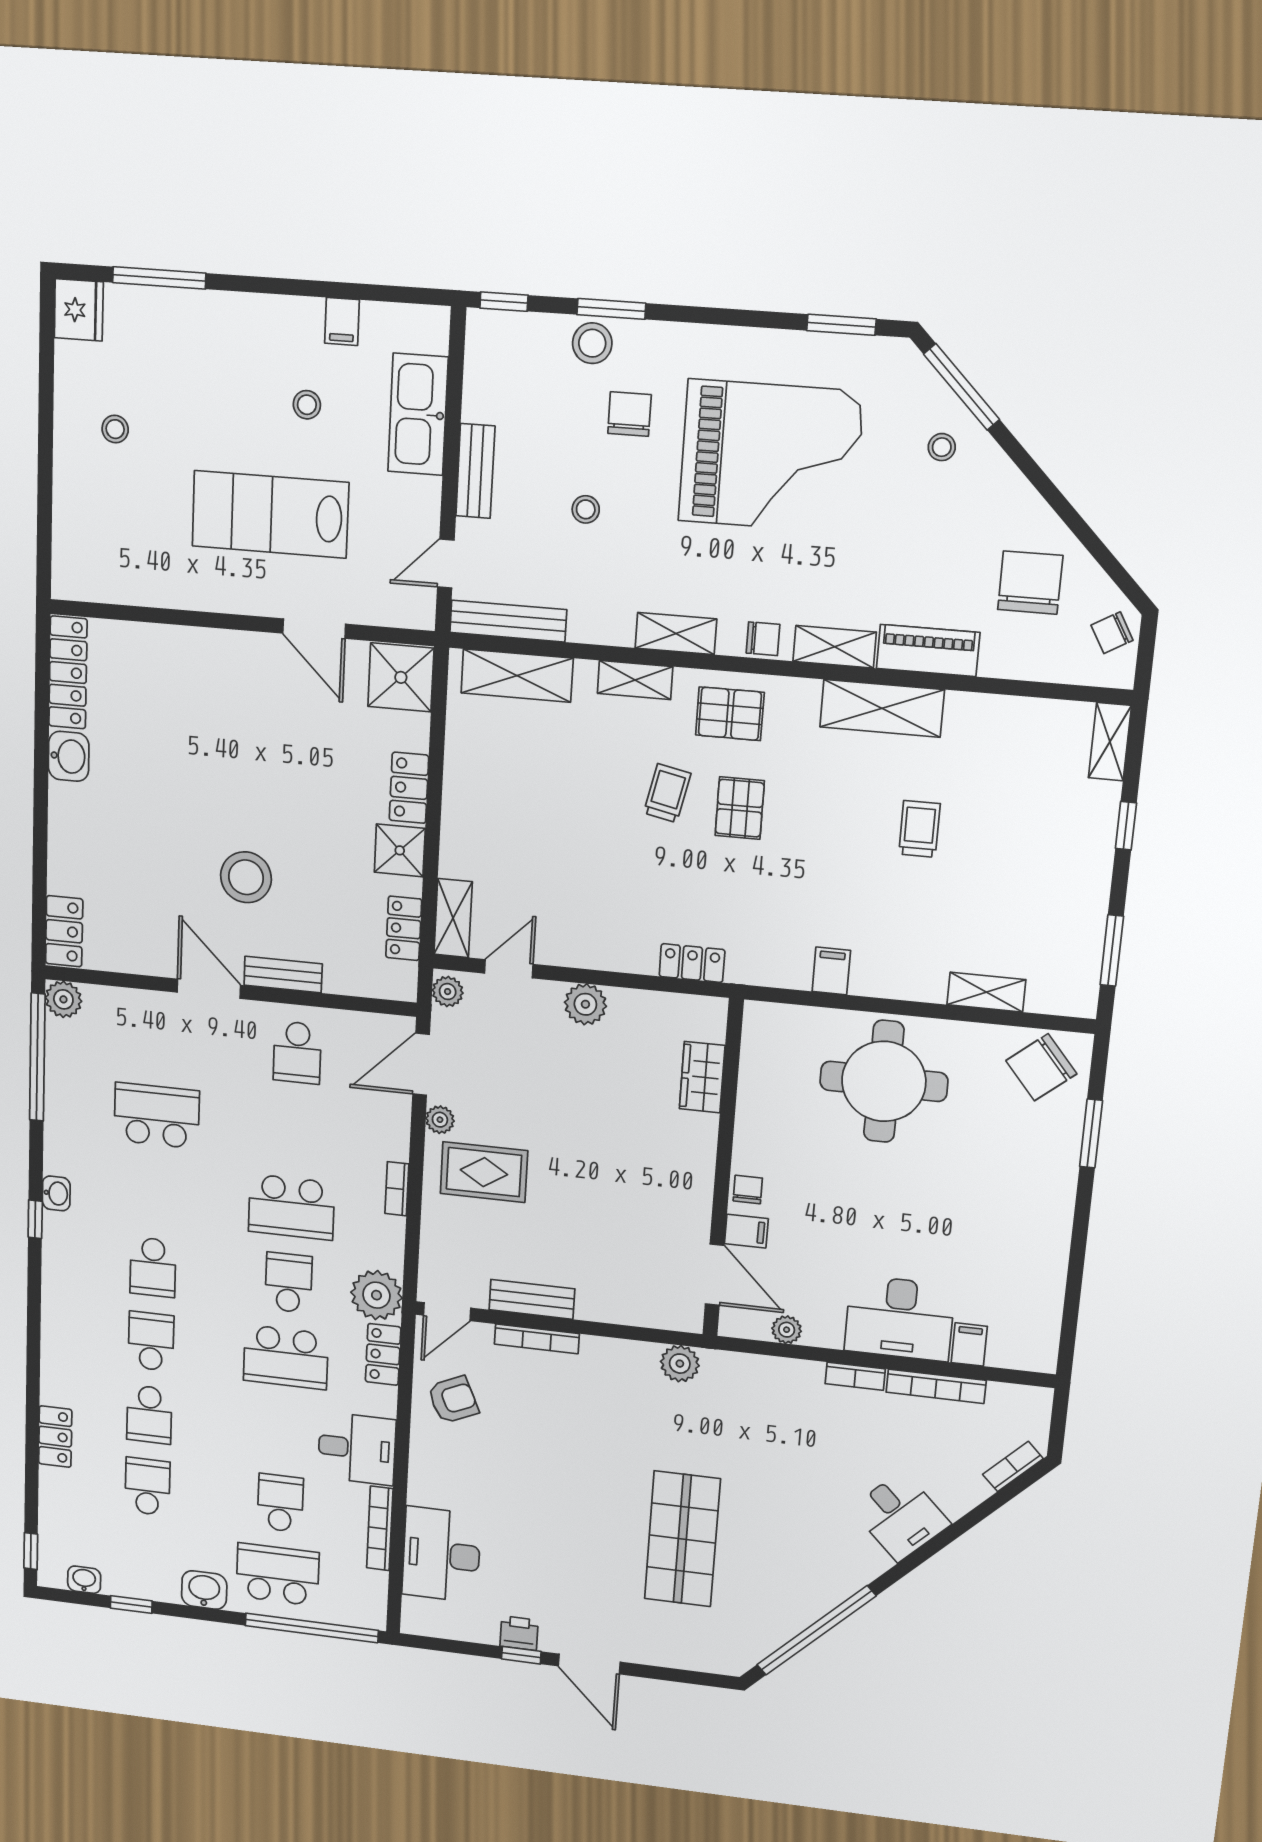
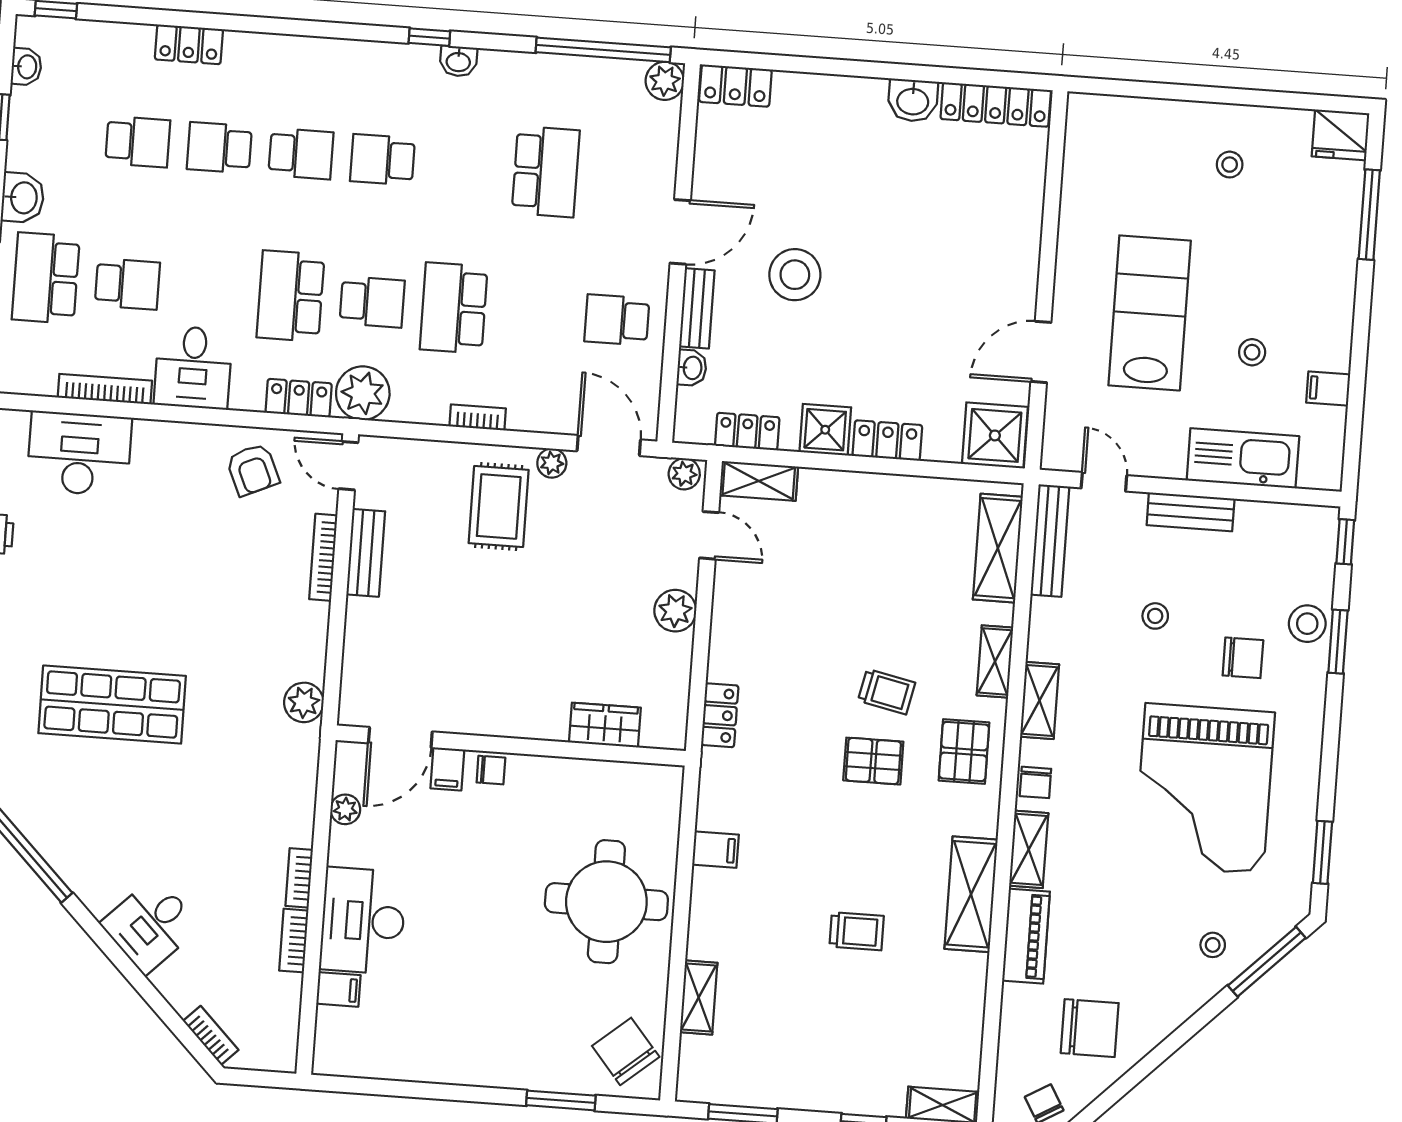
washbasin: (342, 981) -> (692, 368), added
bookcase: (936, 1386) -> (294, 941), width x0.64
school desk: (278, 1574) -> (46, 278), turned 180

